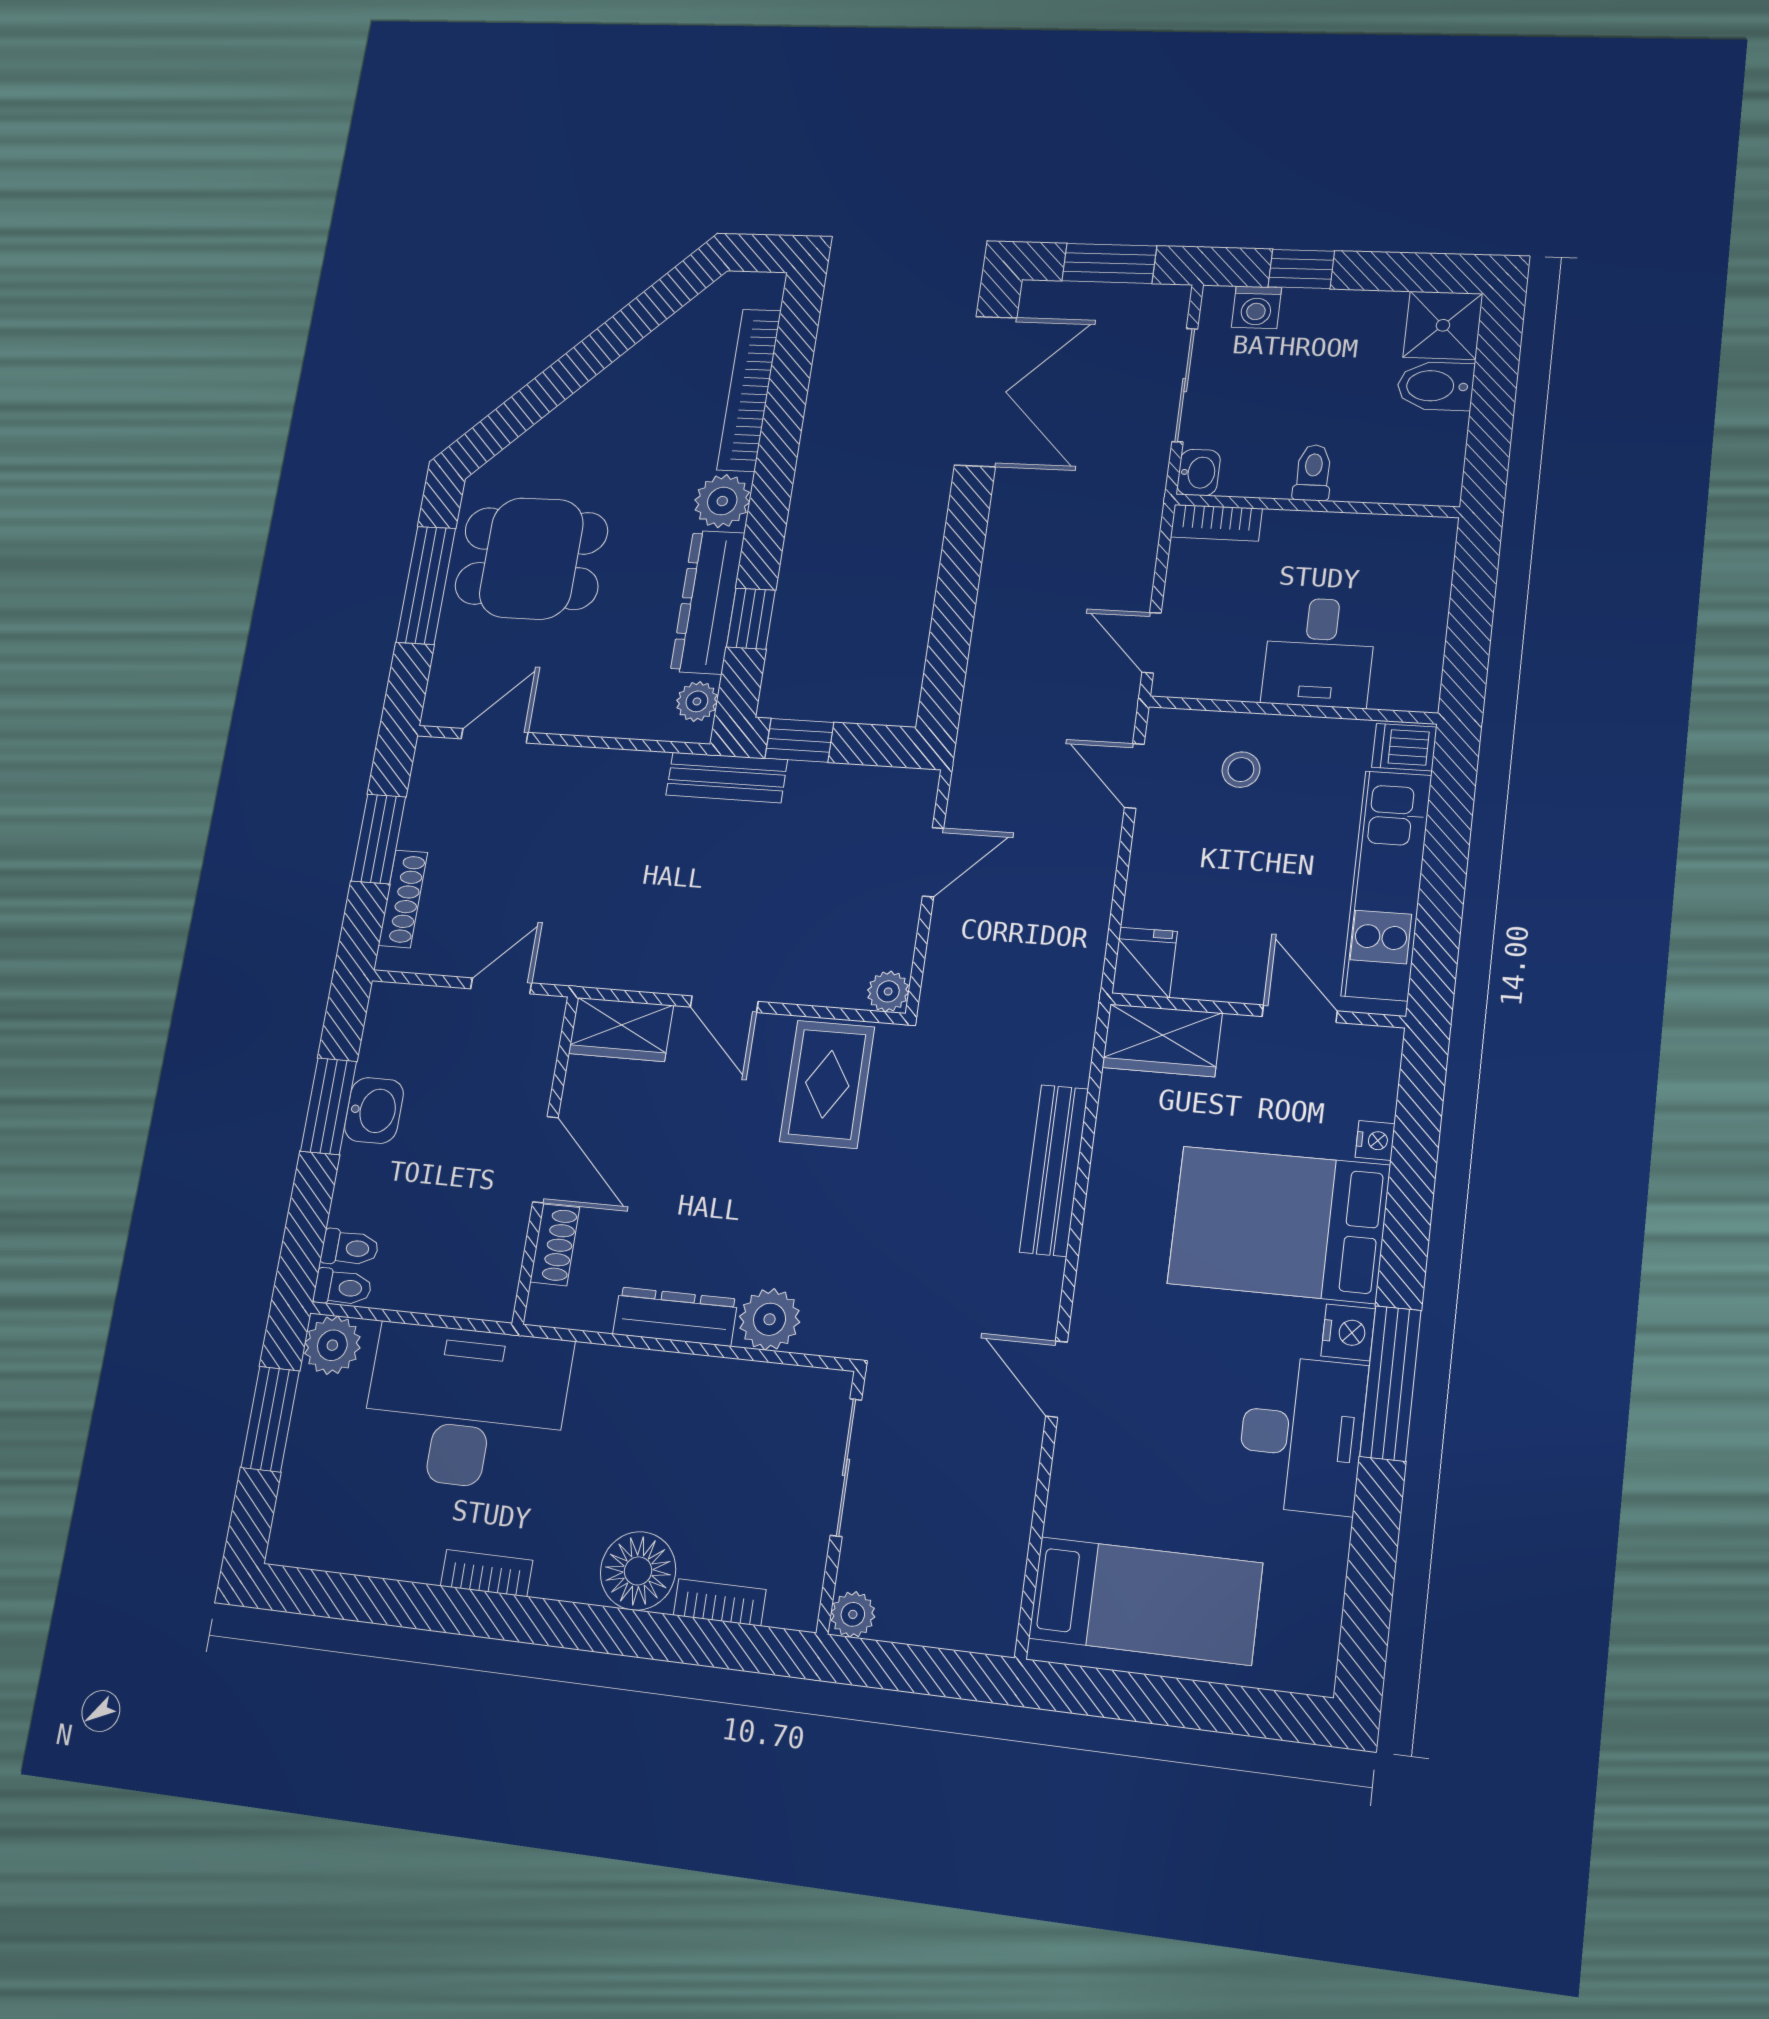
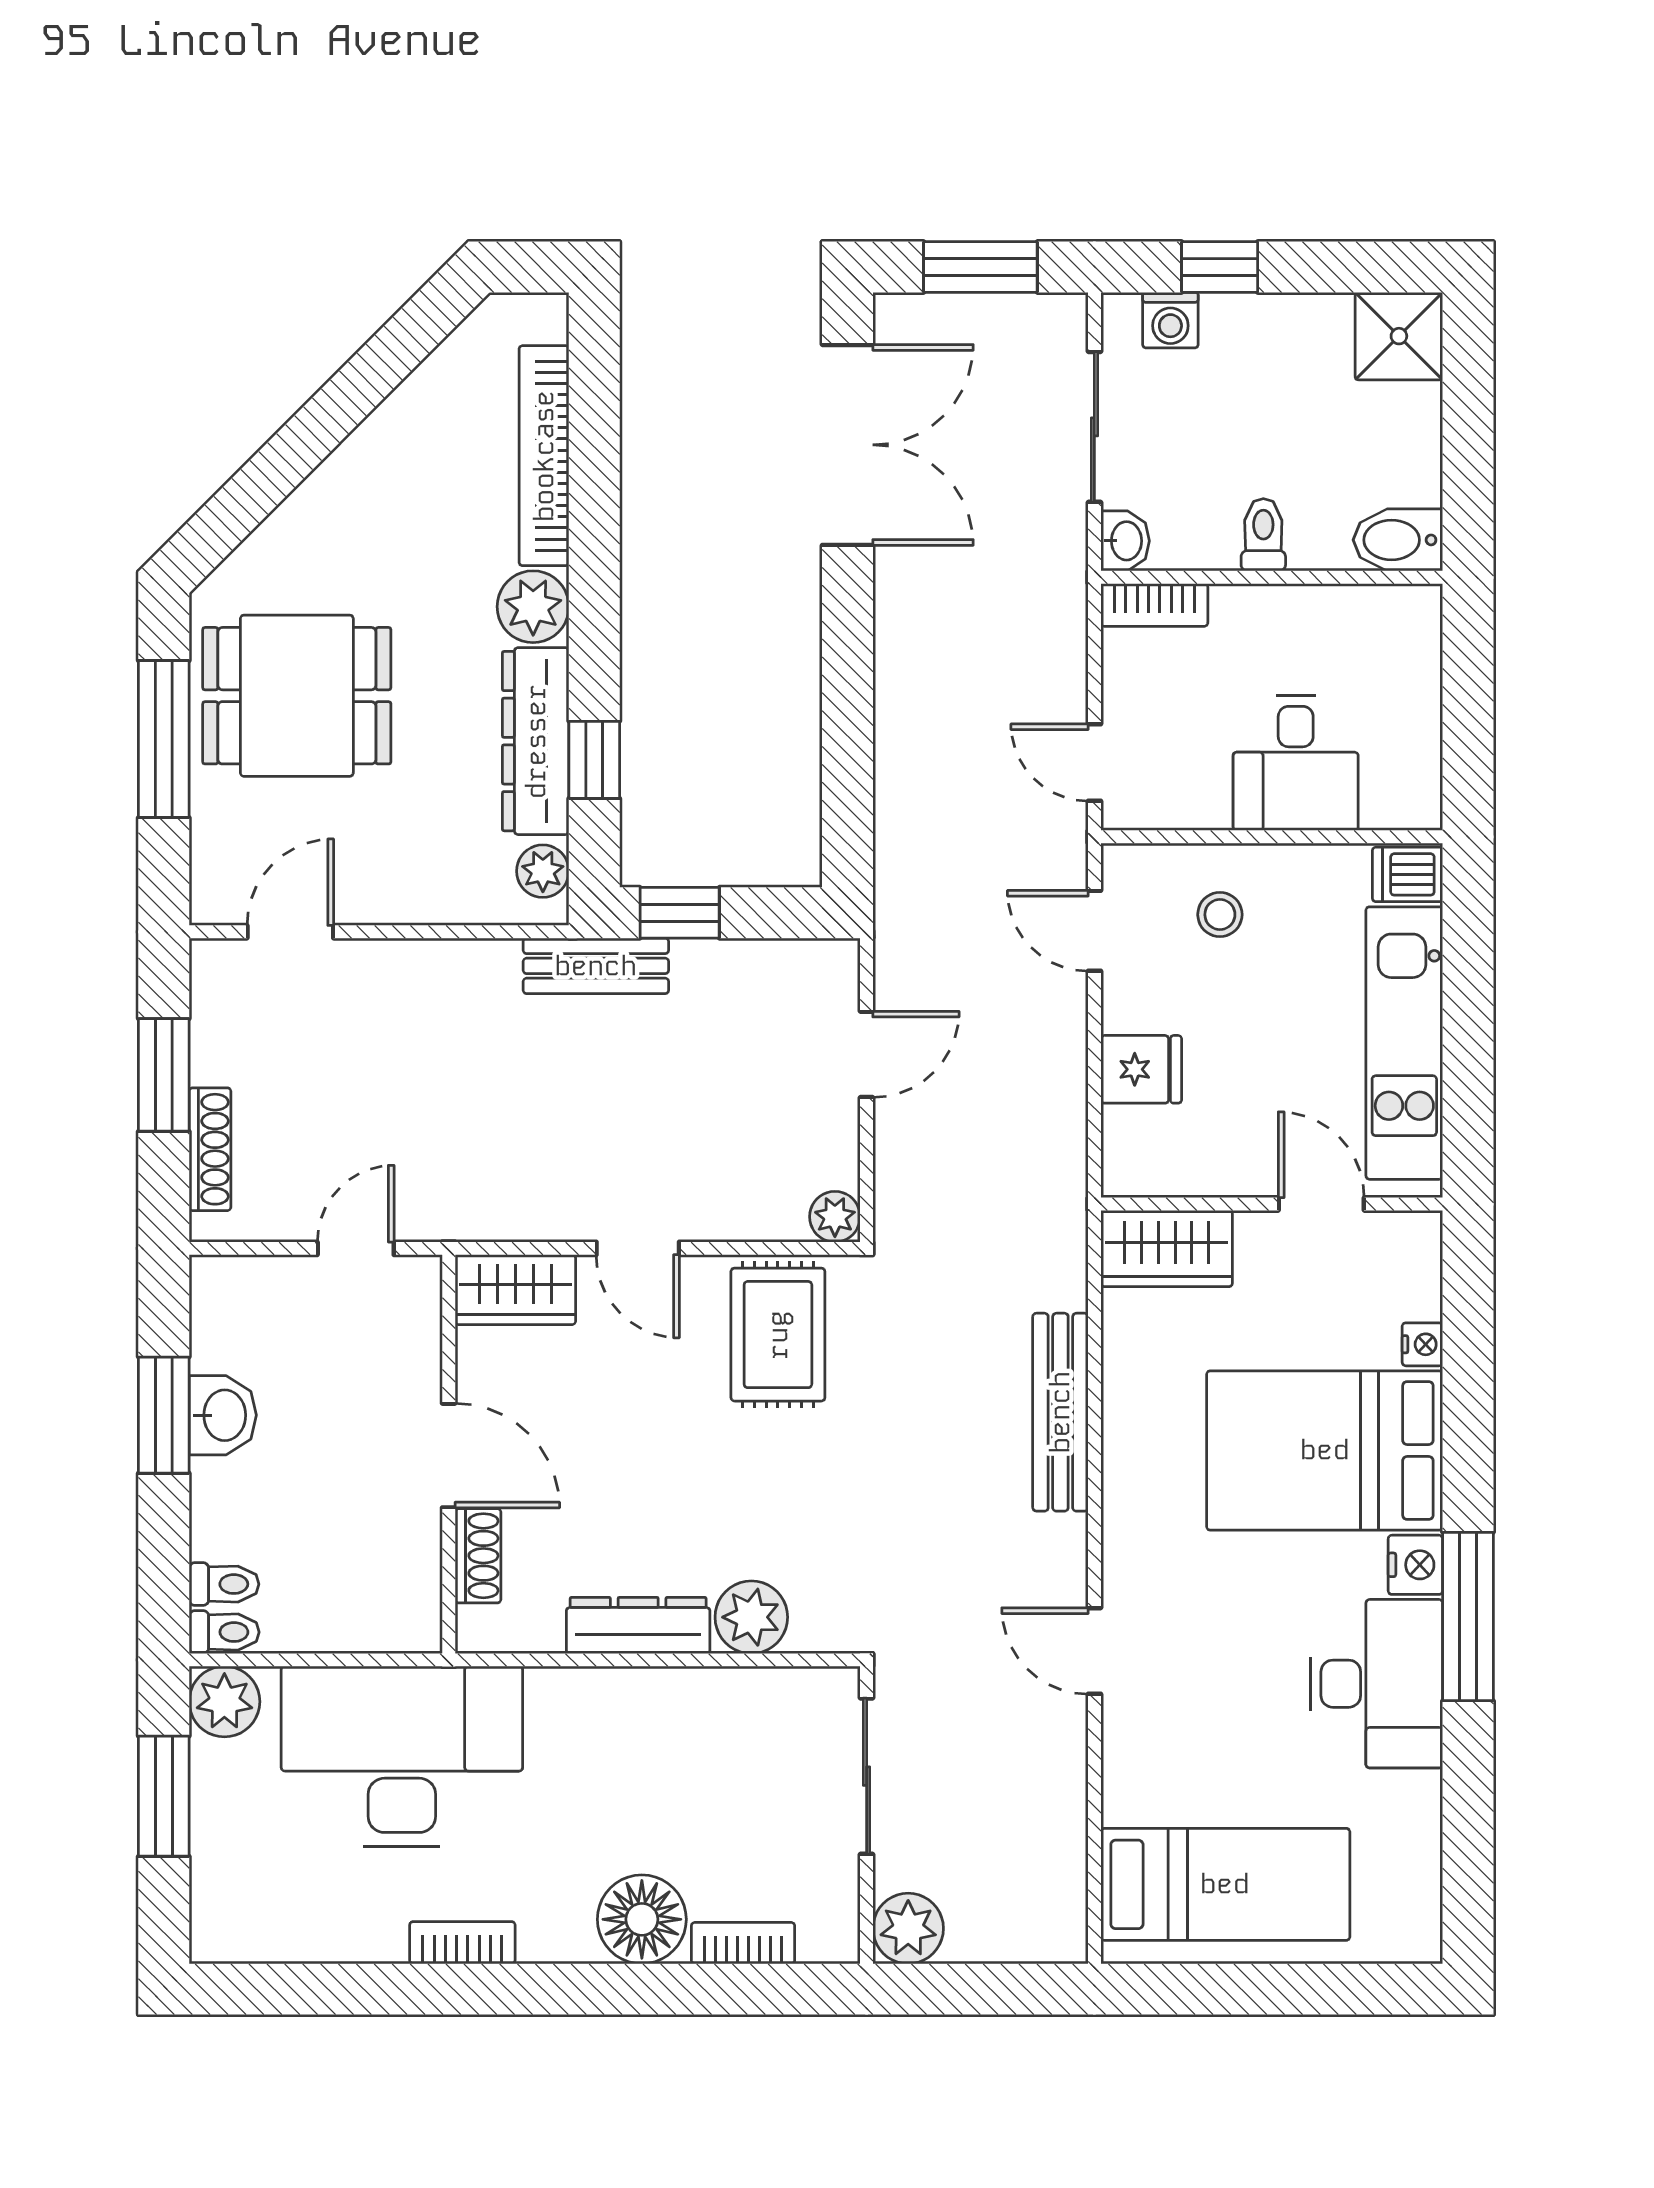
bidet: (1435, 386) -> (1398, 540), moved
fridge: (1145, 962) -> (1141, 1069), moved, turned 90
plant: (853, 1614) -> (908, 1928), width x1.38, depth x1.38

